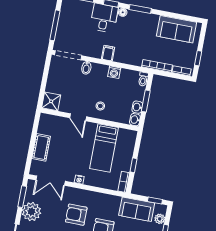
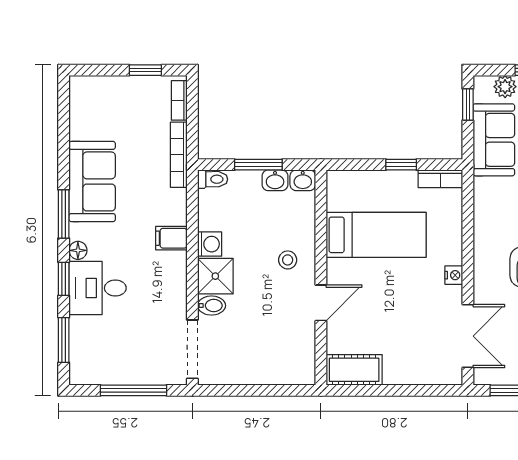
sofa: (177, 29) -> (92, 181), moved
filing cabinet: (108, 53) -> (171, 238), moved
shower: (51, 101) -> (215, 276), moved
cot: (41, 147) -> (354, 370), moved

